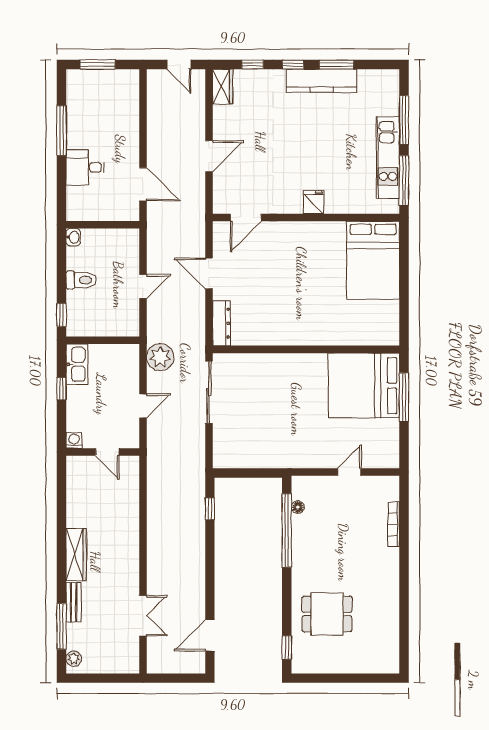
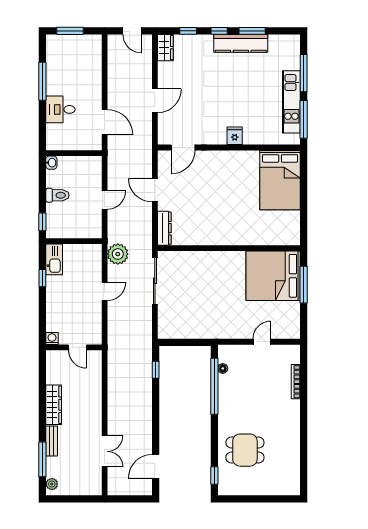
washing machine: (74, 440) -> (52, 338), moved
wall: (103, 452) -> (74, 347), moved
door: (107, 452) -> (77, 347), moved

